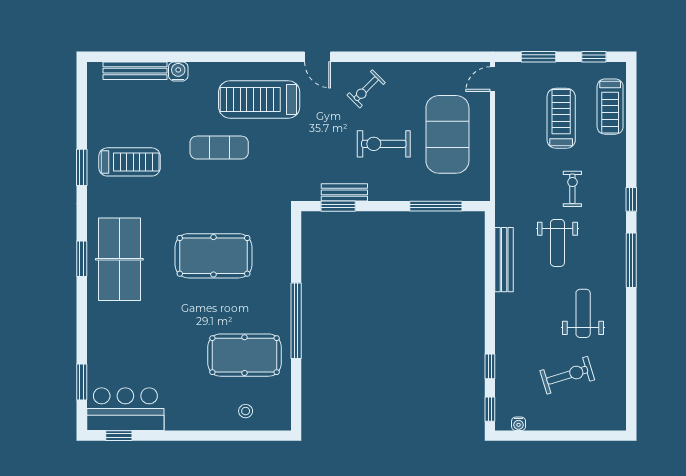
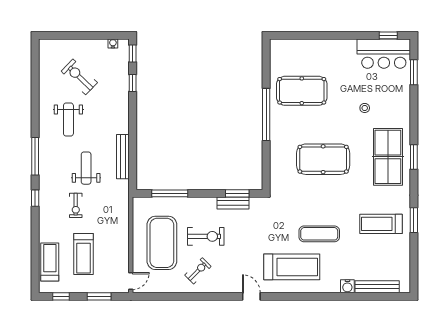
exercise bike: (366, 89) -> (198, 271), moved
exercise bike: (567, 375) -> (79, 77), turned 61
stool: (246, 411) -> (365, 108), moved

